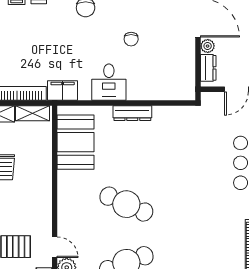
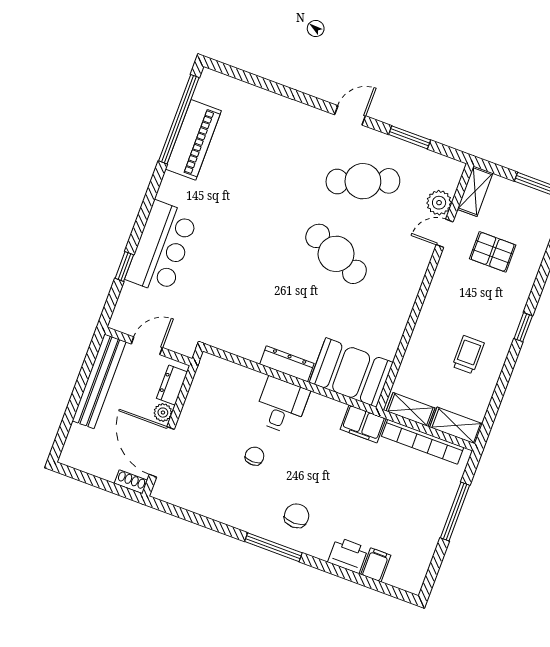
desk: (109, 82) -> (281, 406), moved
booth: (75, 142) -> (351, 372), moved, turned 90
door: (55, 247) -> (445, 233), hinge flipped

